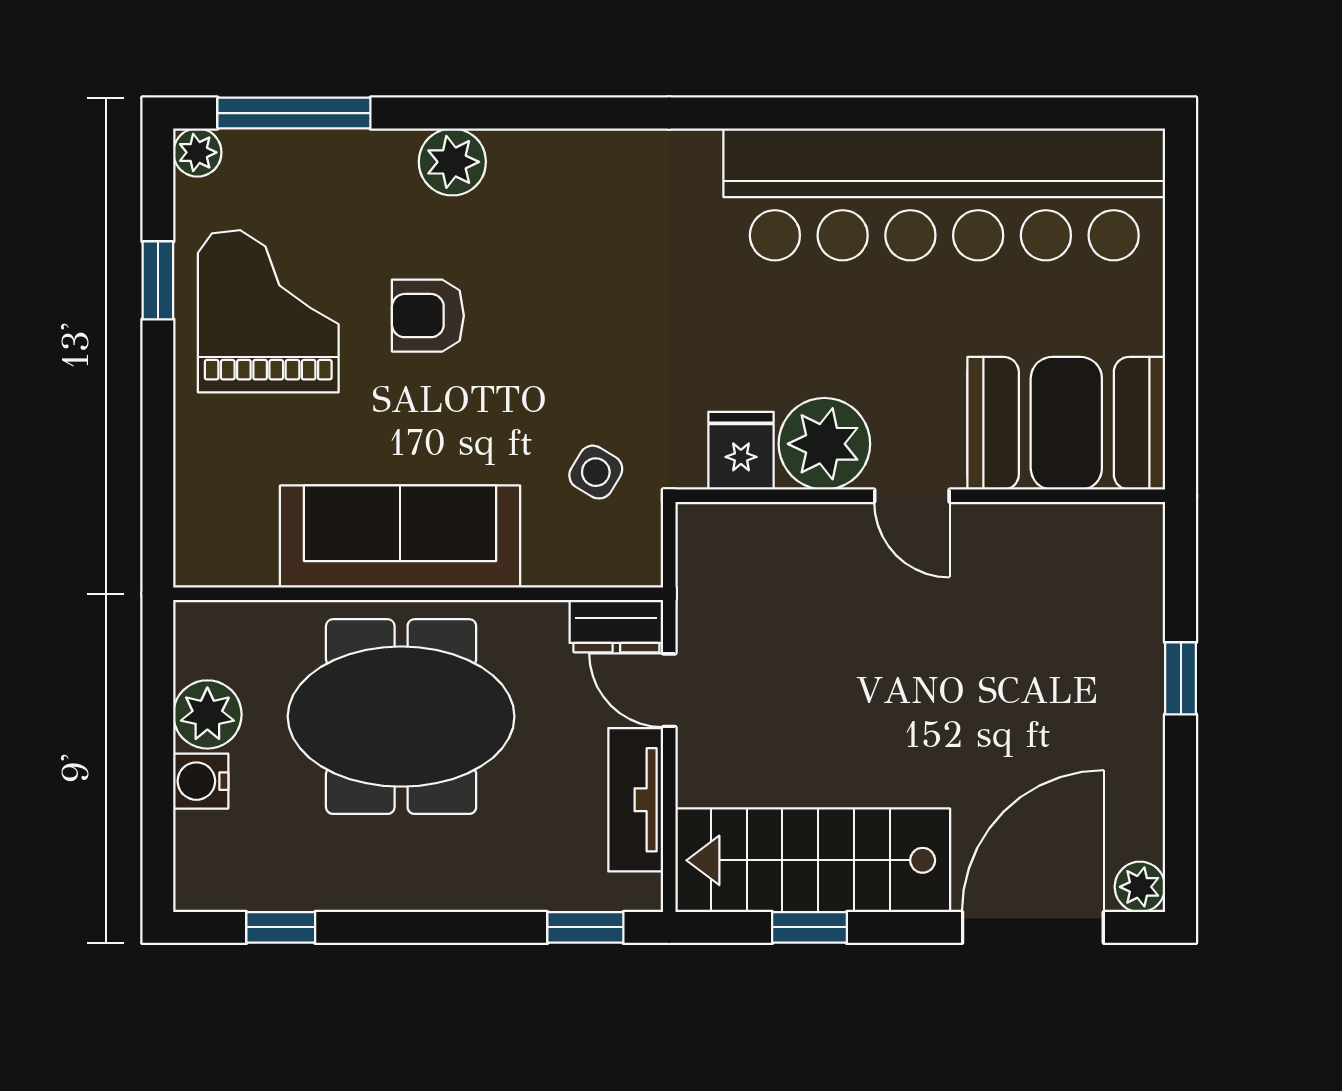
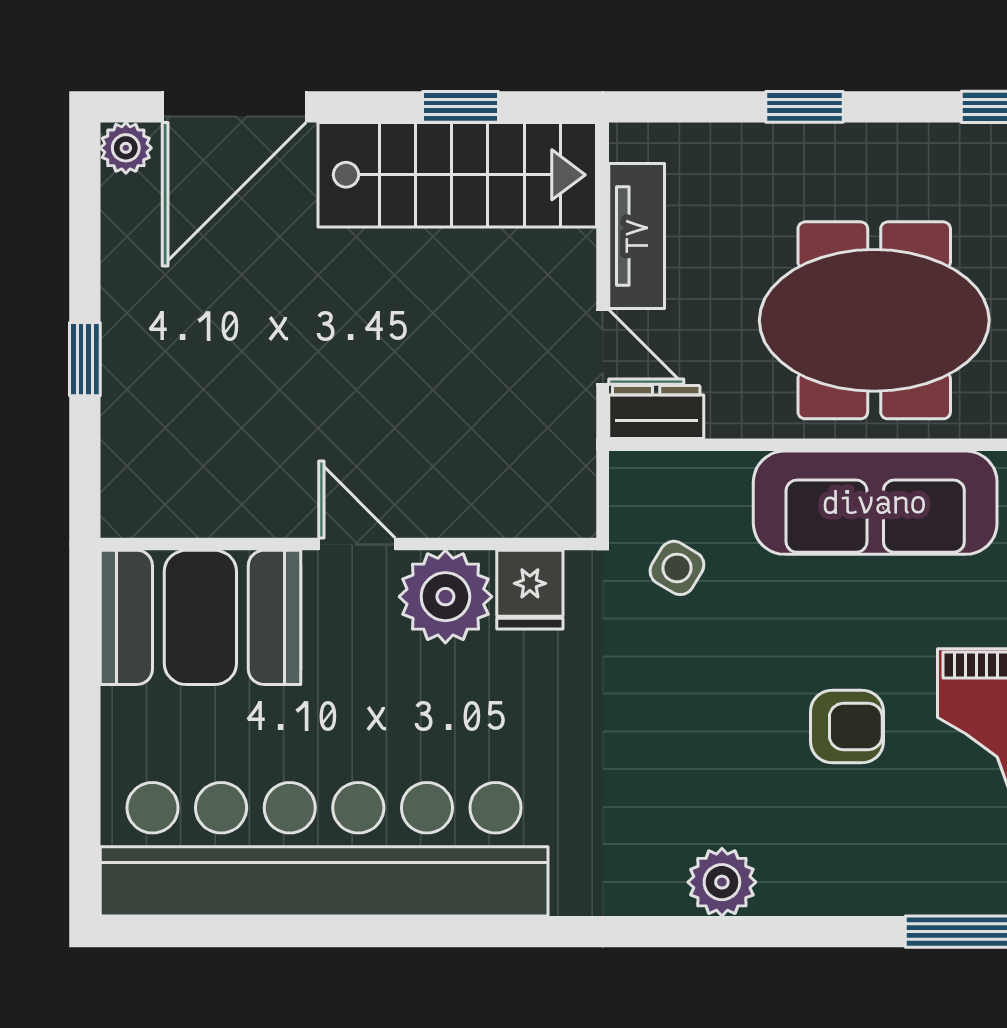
plant: (452, 162) -> (722, 882), moved
window: (585, 927) -> (805, 107), moved

